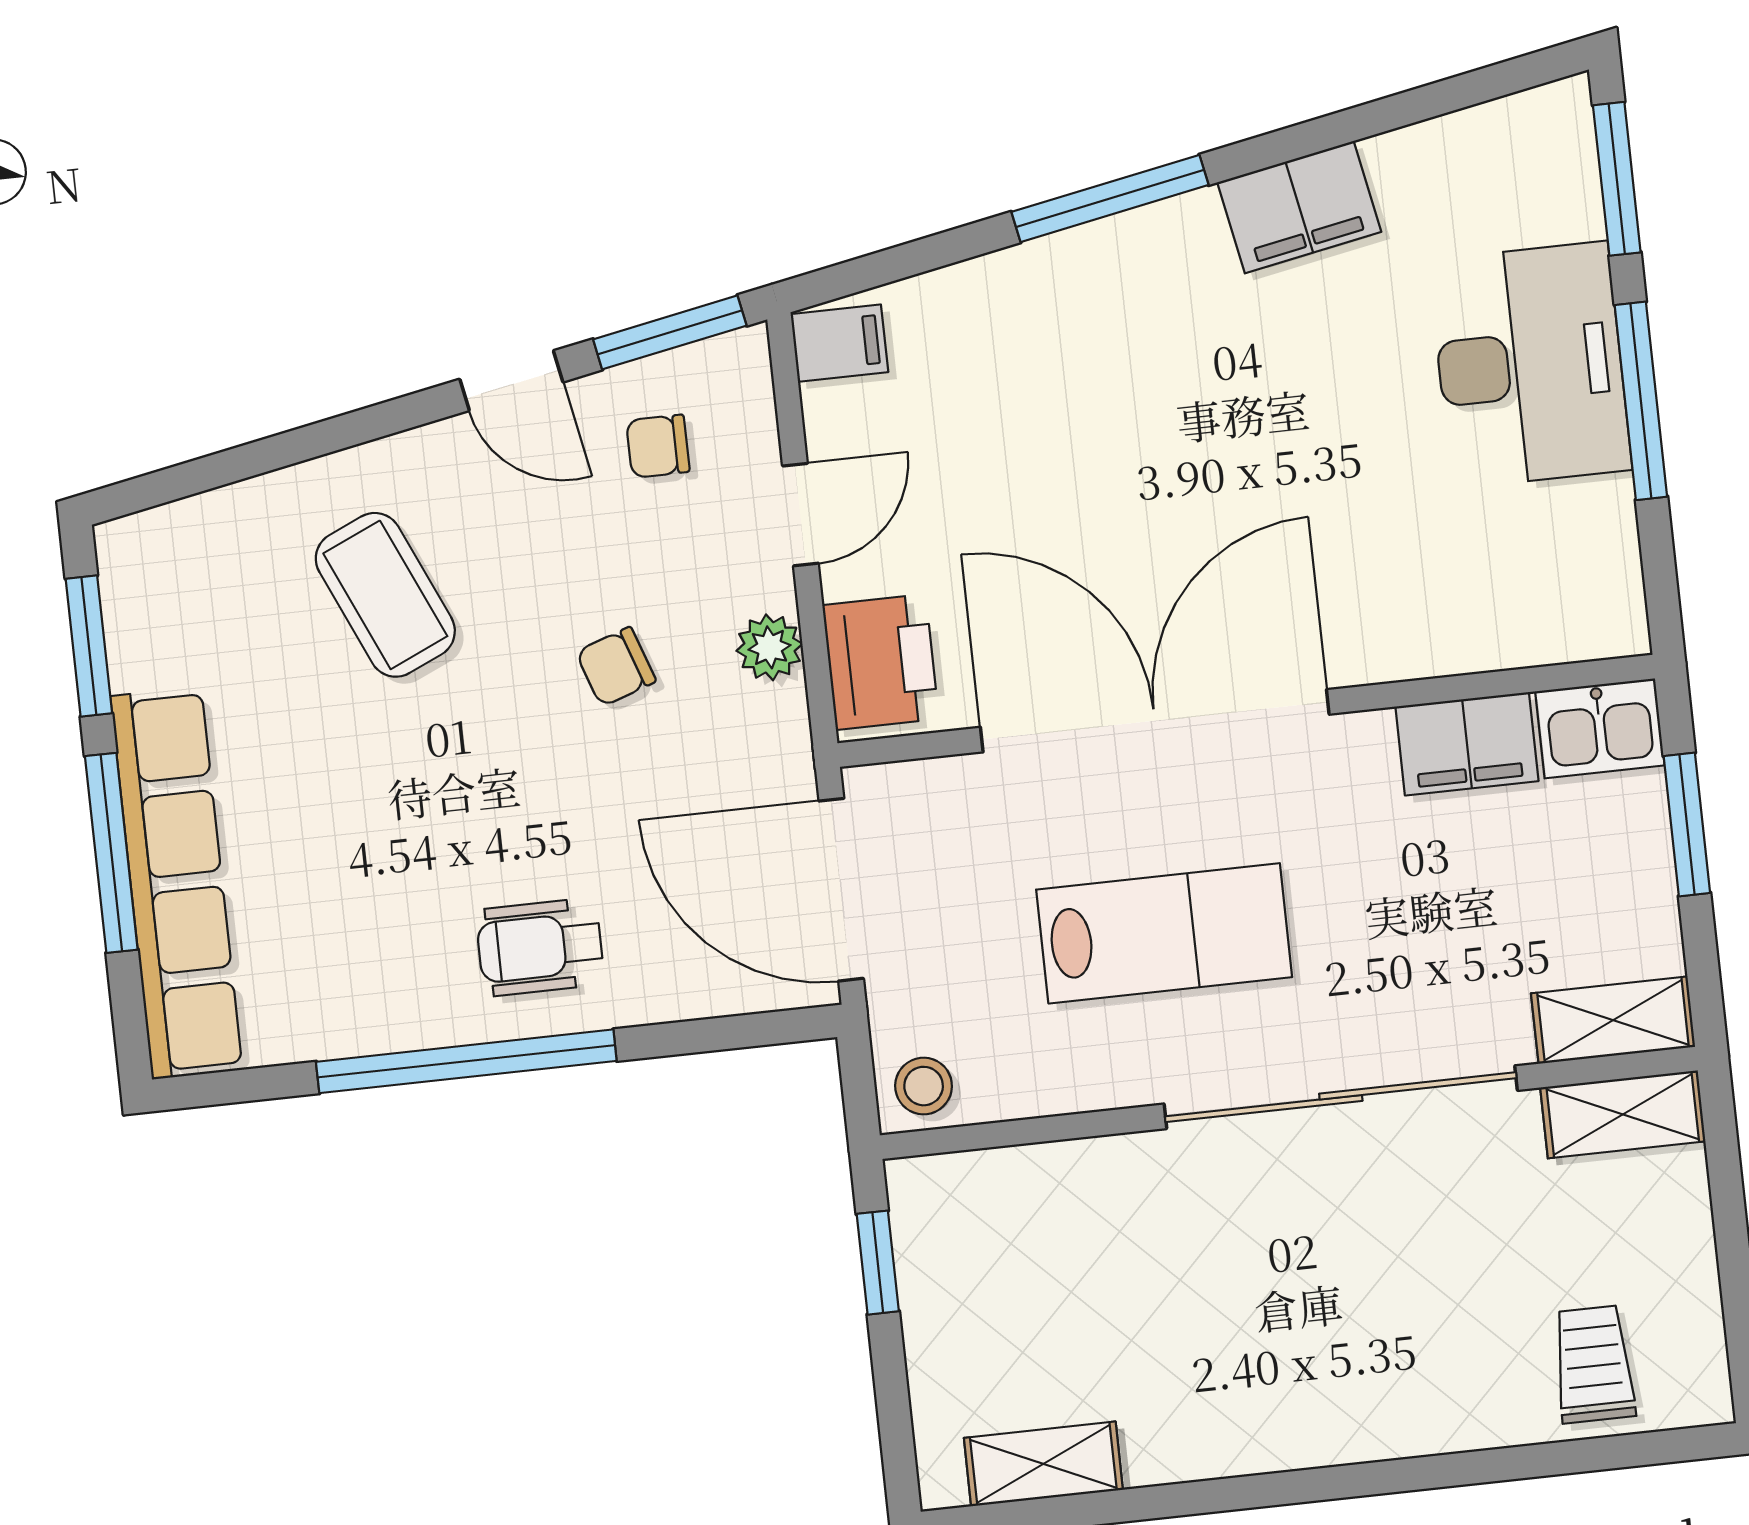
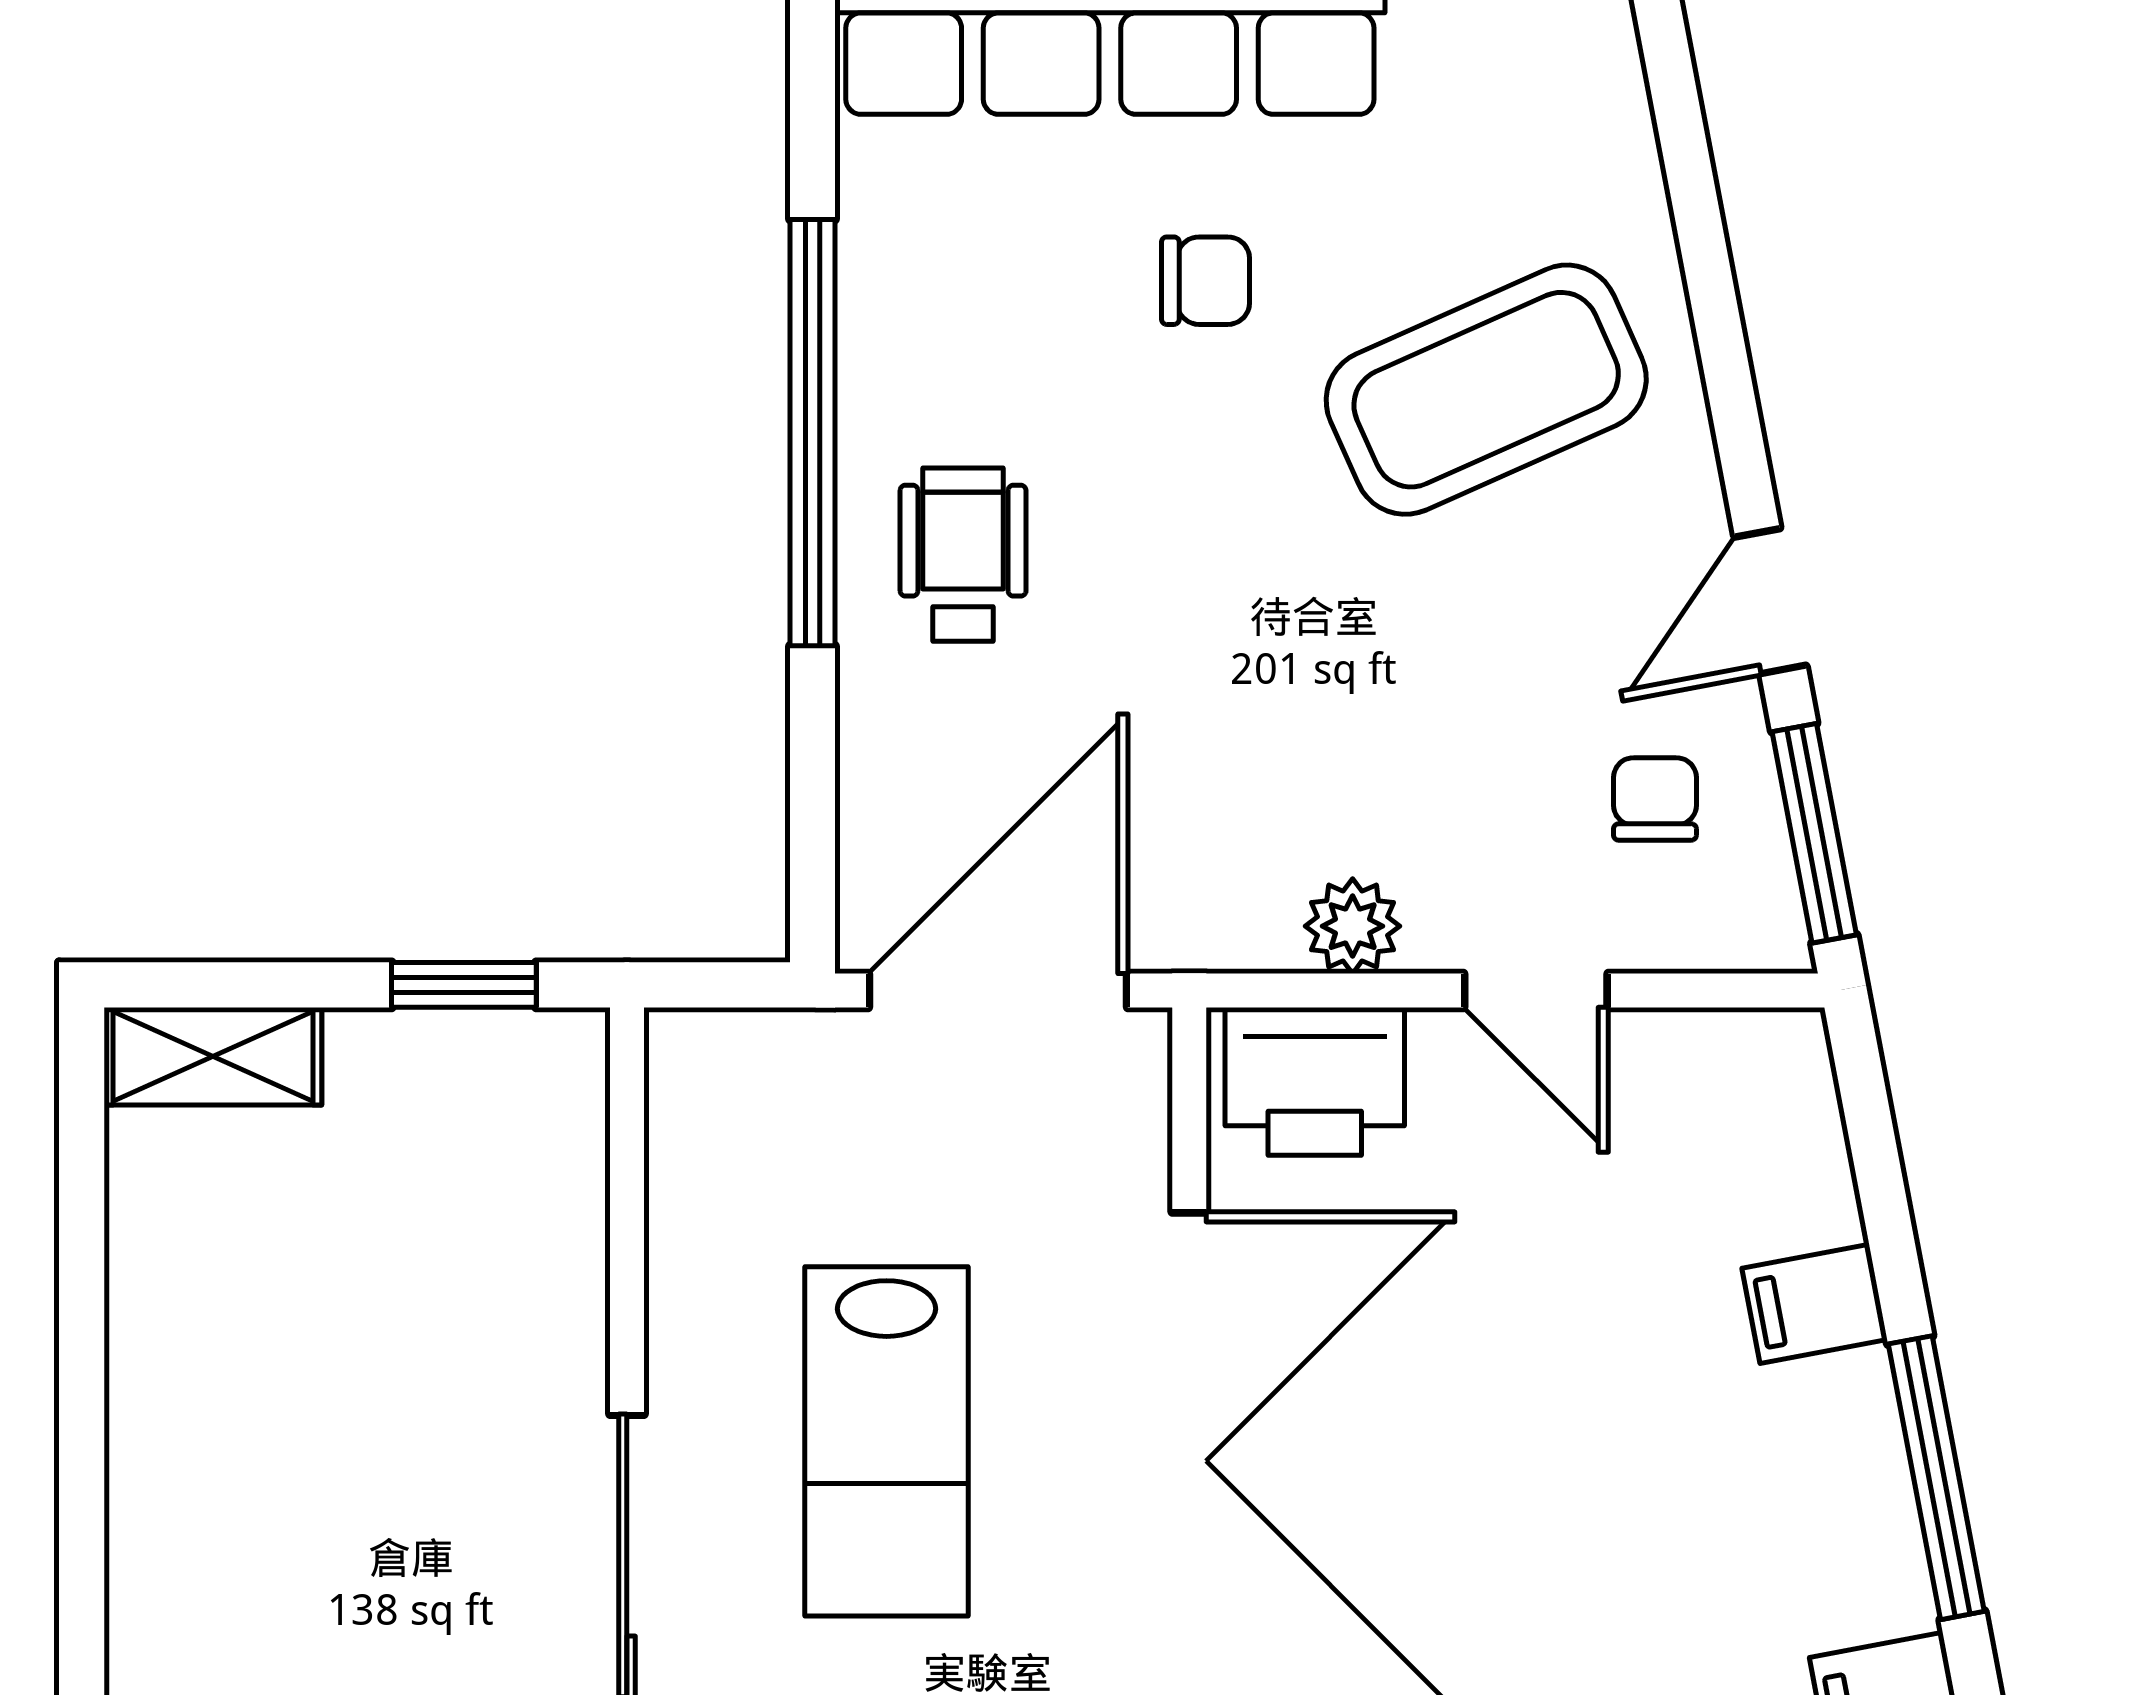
filing cabinet: (839, 343) -> (1815, 1304), moved, turned 79
coffee table: (385, 595) -> (1486, 390), width x1.36, depth x1.32
chair: (616, 667) -> (1205, 281), moved, turned 109
stool: (924, 1086) -> (707, 1077), removed
shelving: (1043, 1464) -> (213, 1056), moved, turned 90

